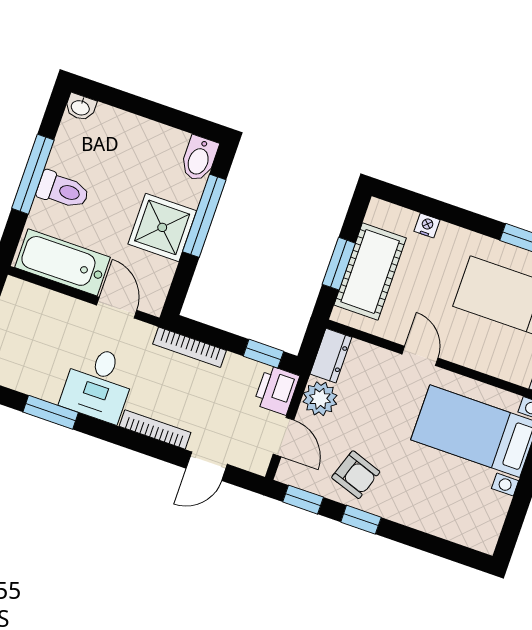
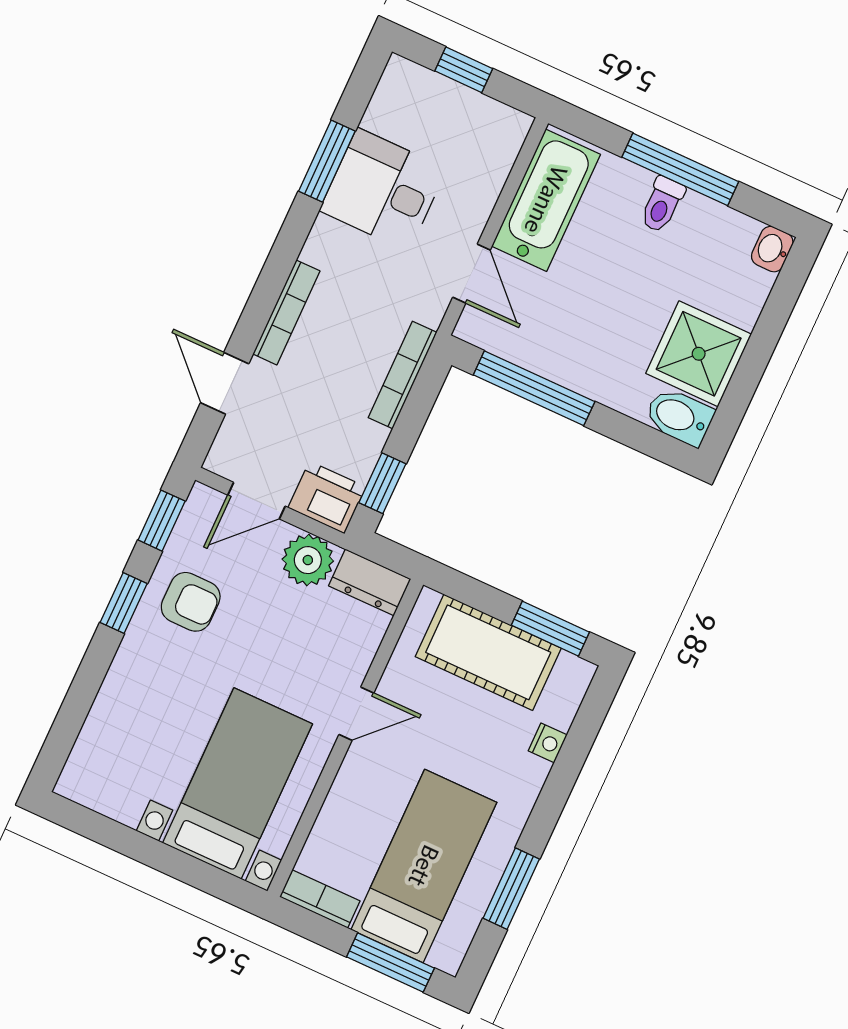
toilet: (63, 190) -> (662, 205), width x0.73, depth x0.72
window: (204, 216) -> (534, 388), moved
shower: (162, 227) -> (699, 354), moved
window: (339, 264) -> (550, 629), moved
door: (117, 308) -> (472, 274), hinge flipped
desk: (98, 384) -> (383, 190), moved
armchair: (356, 475) -> (191, 602), turned -109

